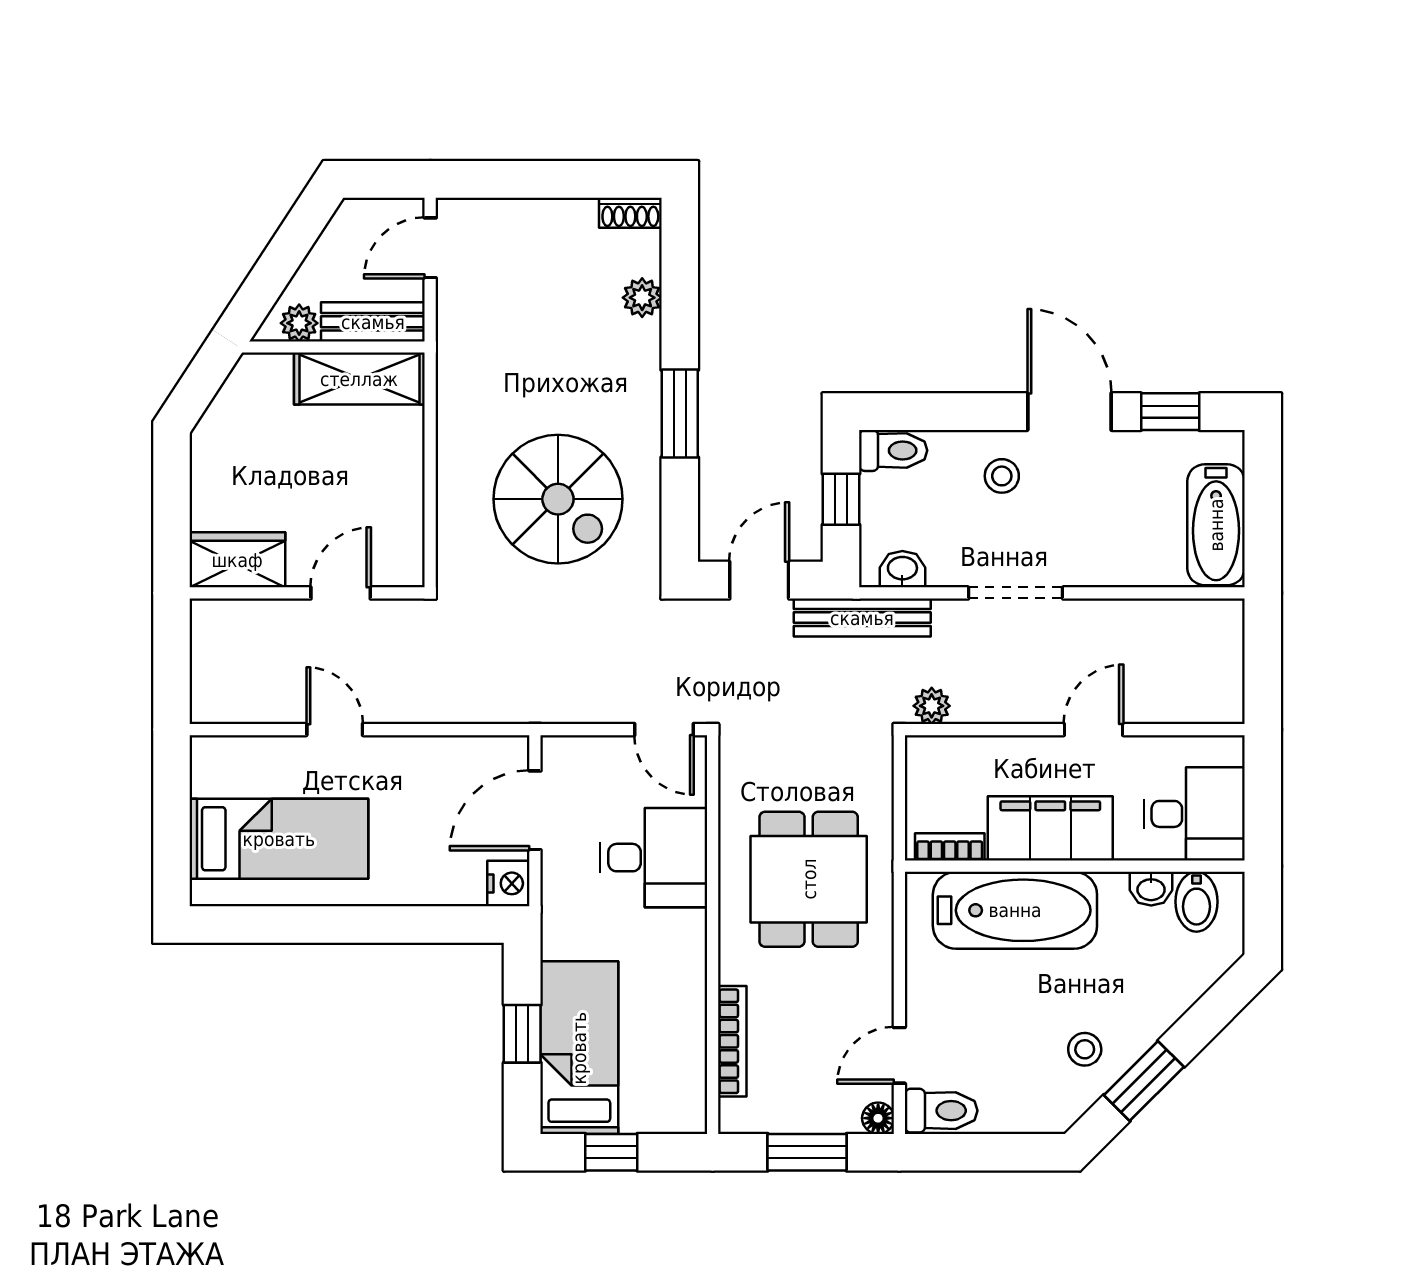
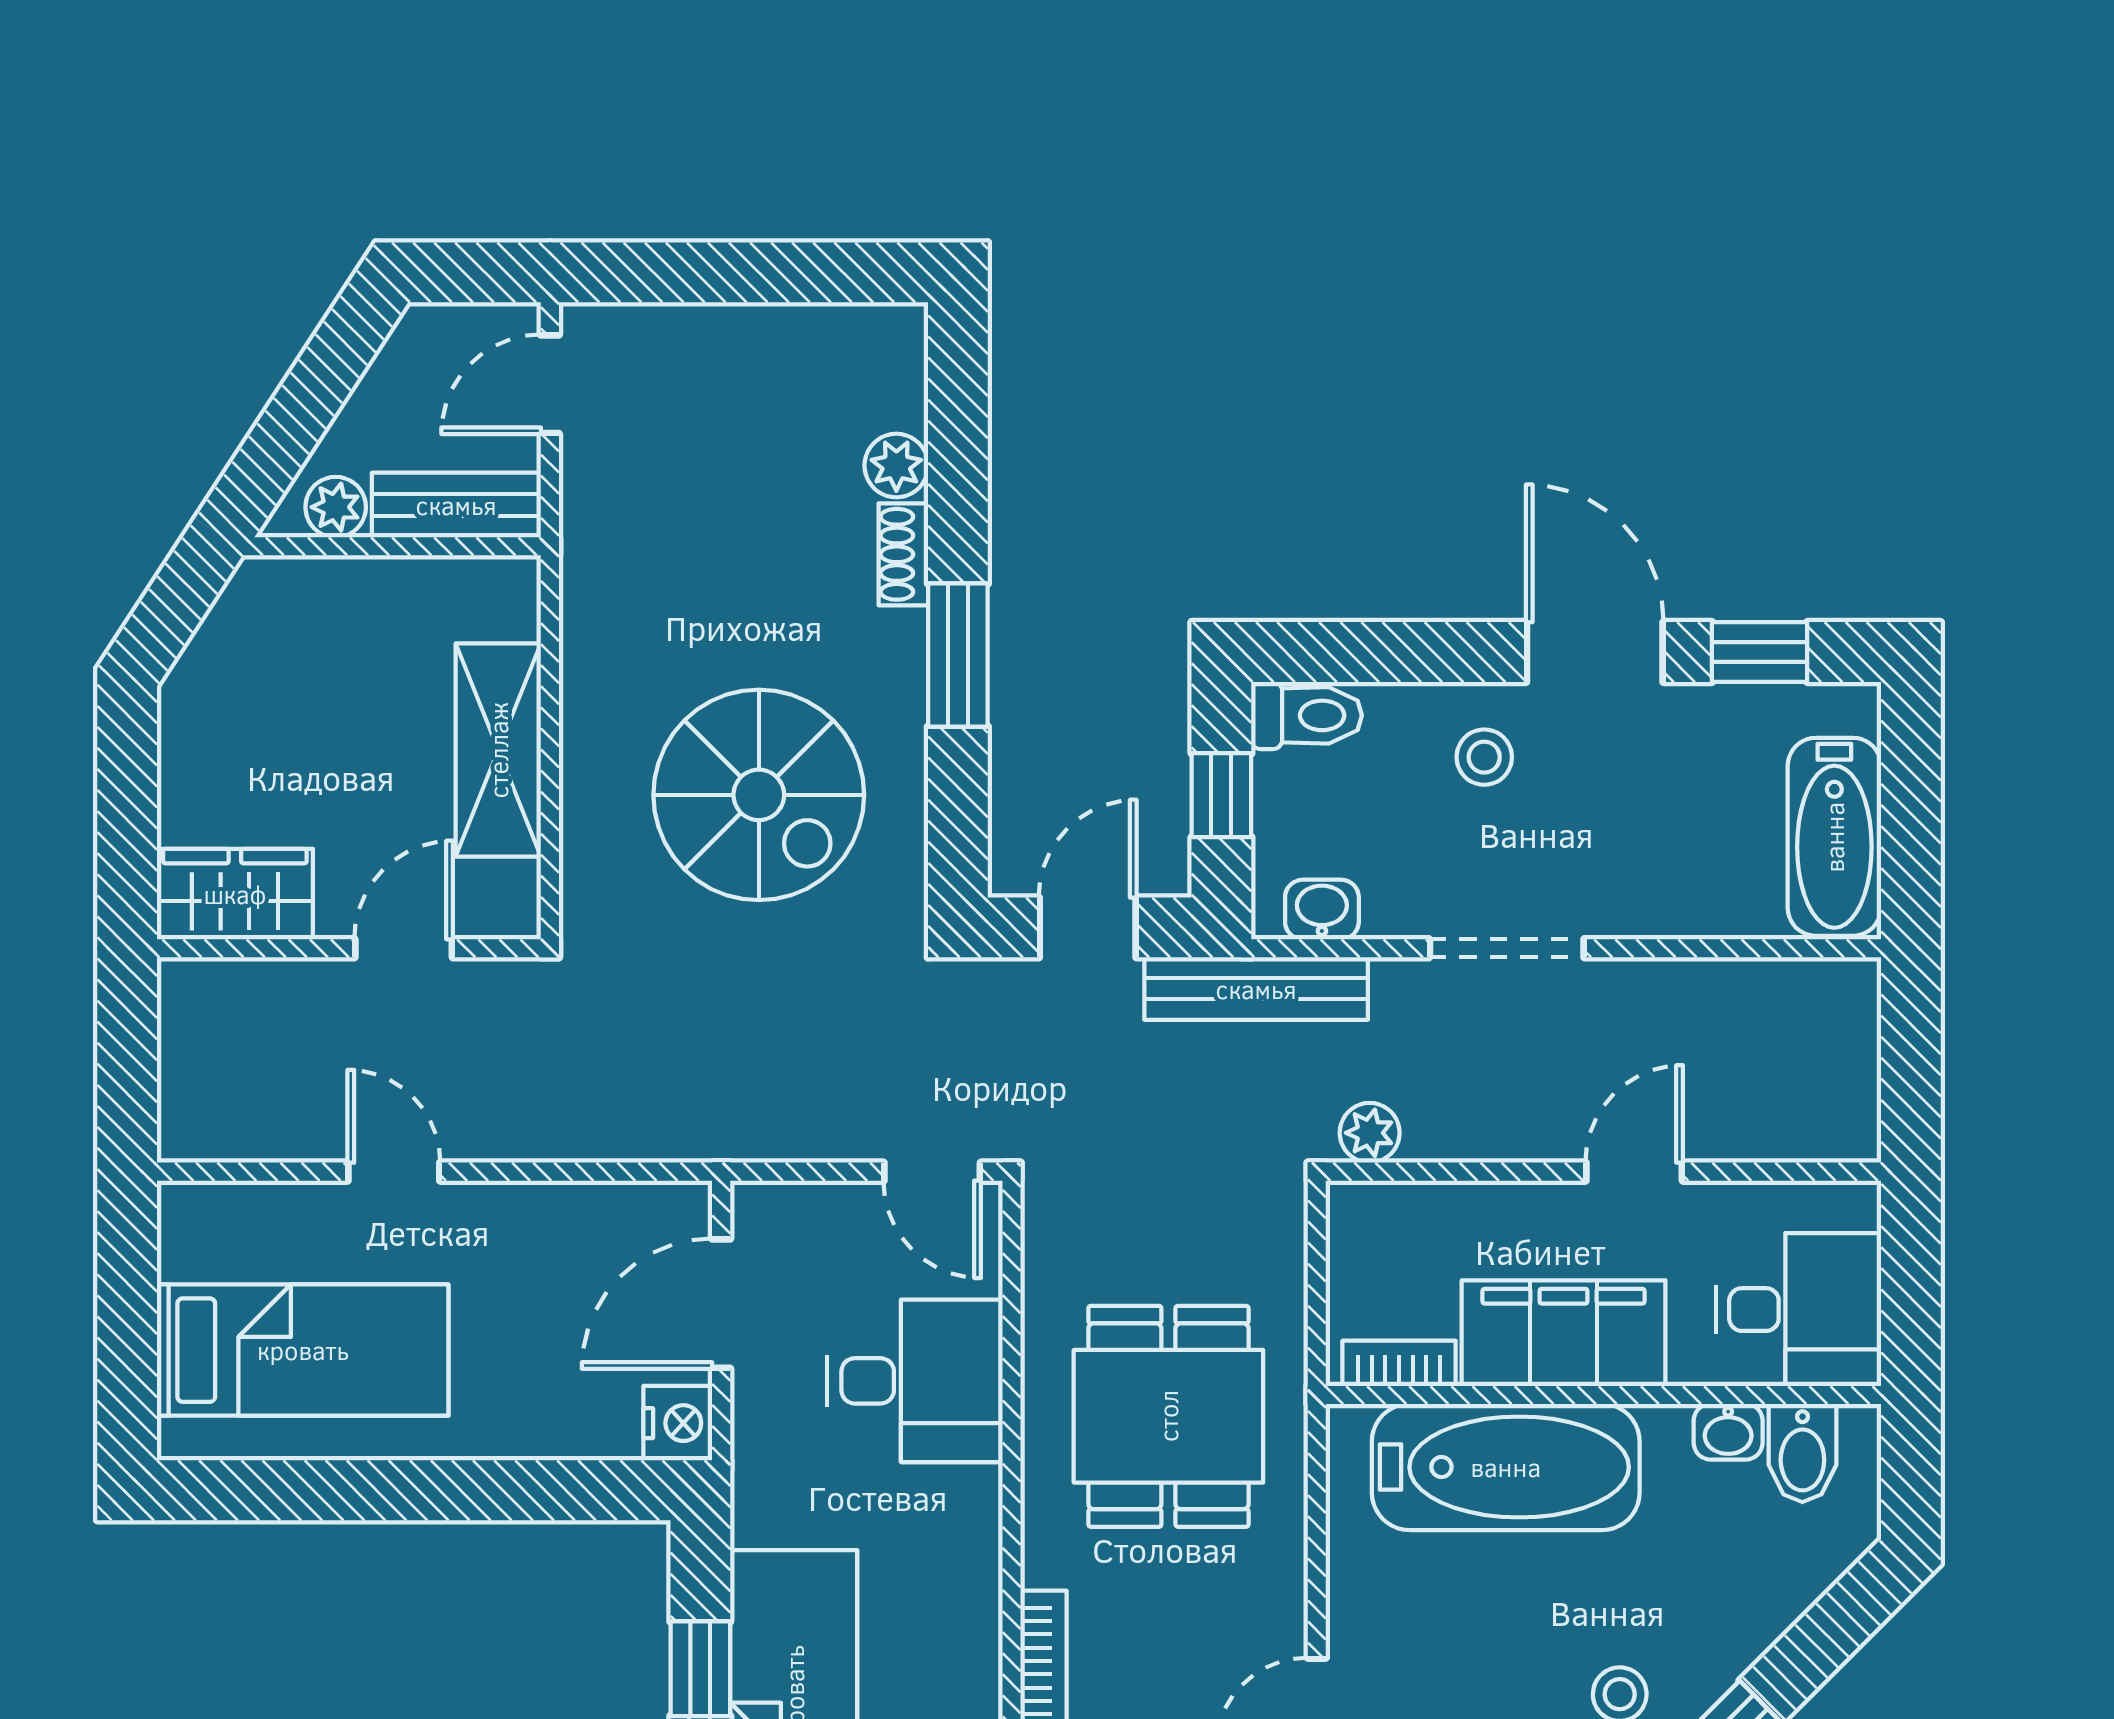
shoe rack: (630, 213) -> (903, 554), moved, turned 90
shelving: (359, 379) -> (498, 750), moved, turned 90

